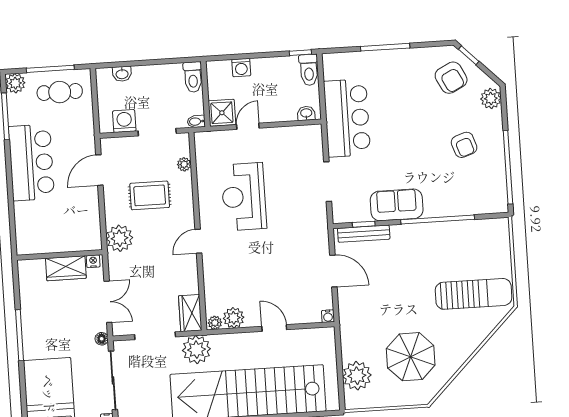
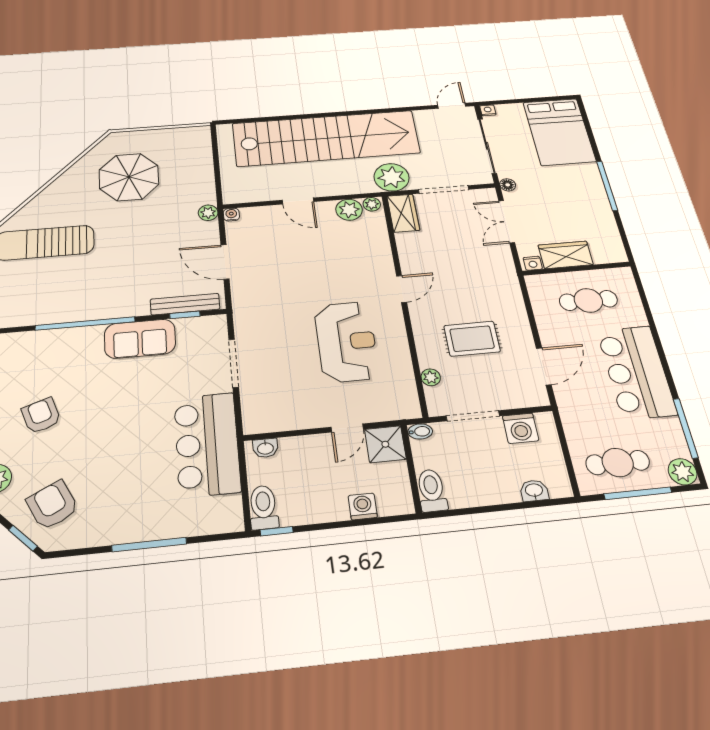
cafe table: (56, 226) -> (588, 300), added
plant: (120, 238) -> (504, 289), removed
plant: (357, 376) -> (208, 213), moved, width x0.53, depth x0.53

